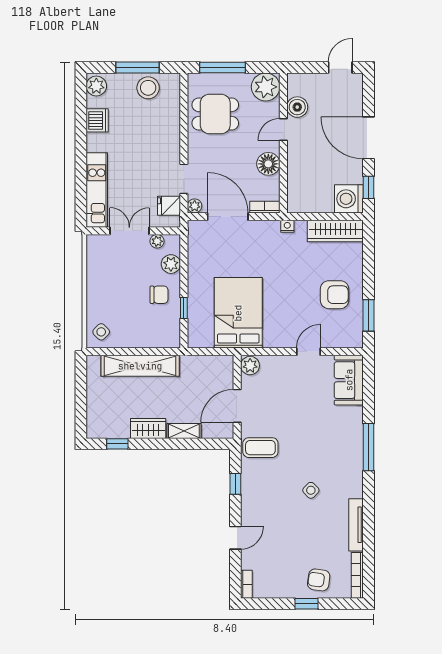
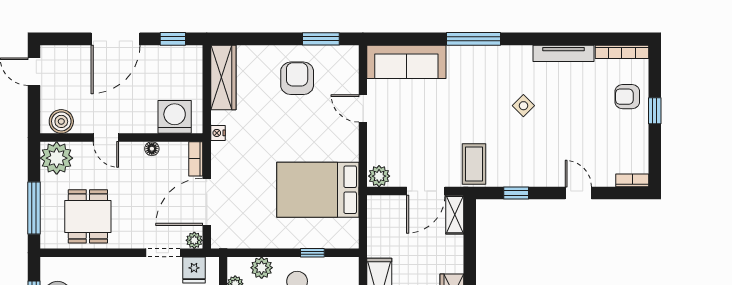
boiler: (297, 107) -> (61, 121), moved
floor lamp: (268, 164) -> (152, 149), width x0.53, depth x0.53
washing machine: (349, 199) -> (175, 117), moved, turned 180
sofa: (349, 380) -> (406, 62), width x1.36
door: (237, 406) -> (426, 191), hinge flipped
shelving: (184, 431) -> (455, 215), moved
armchair: (319, 580) -> (627, 97), turned 82

